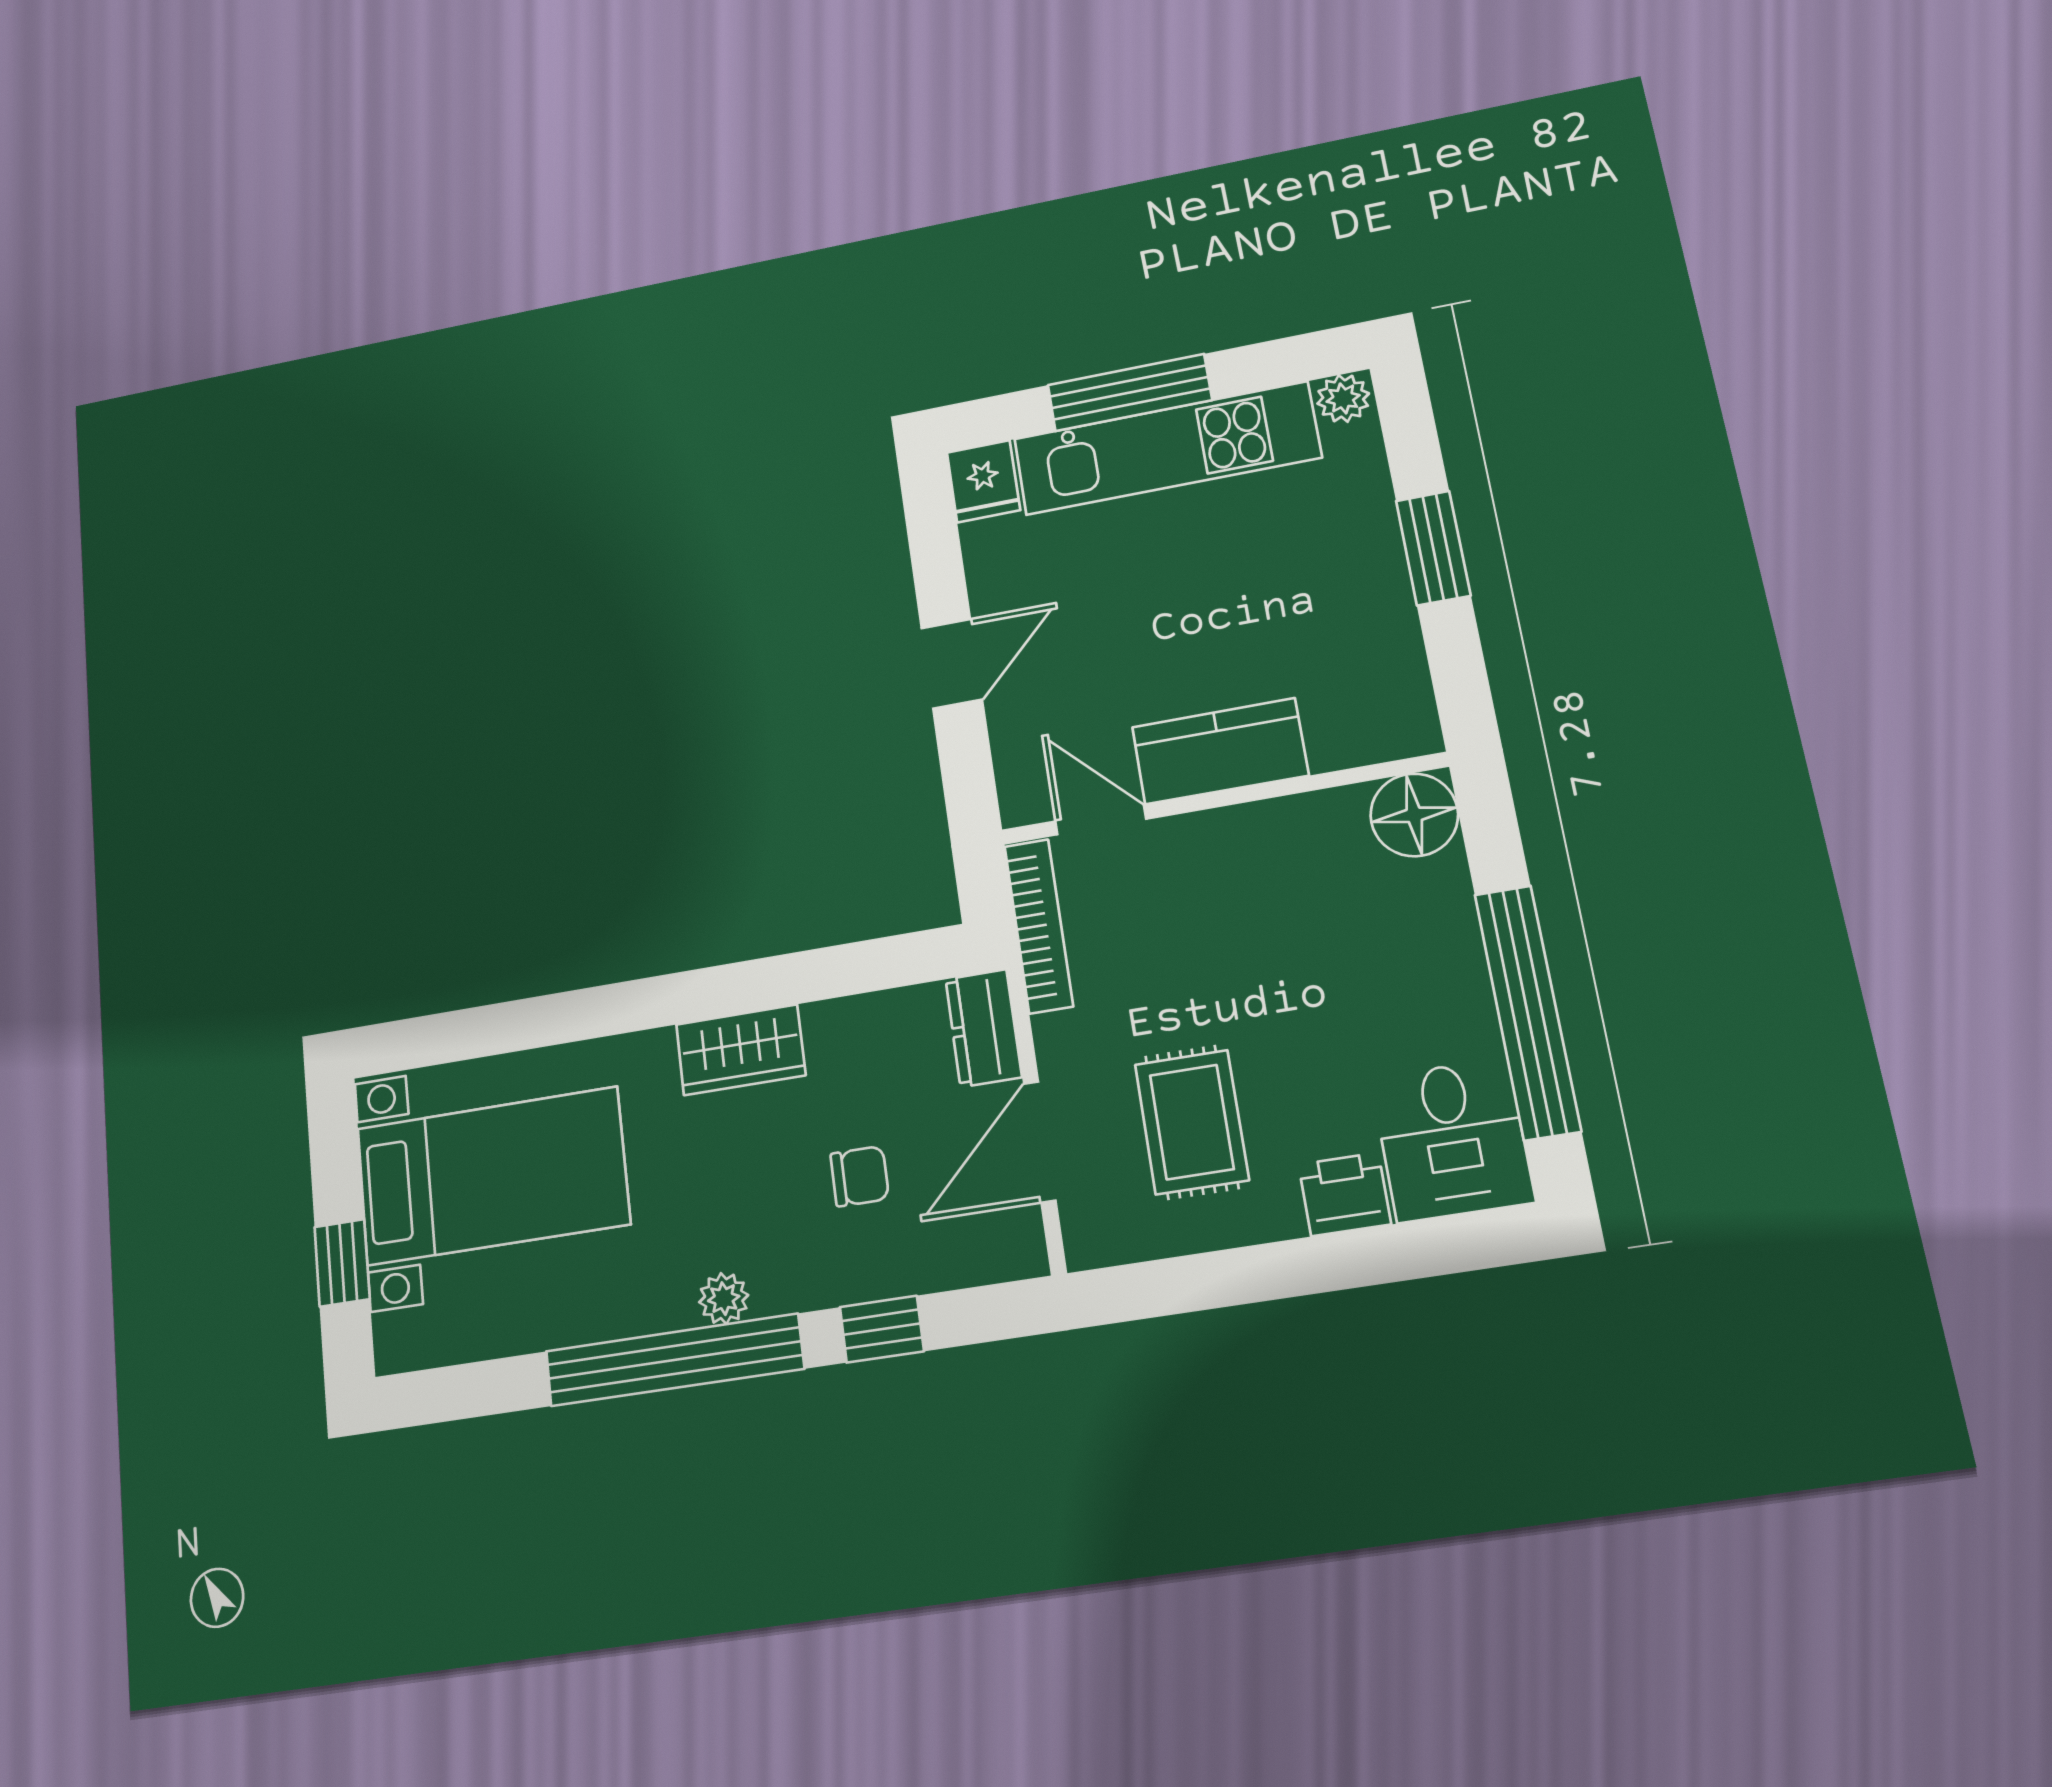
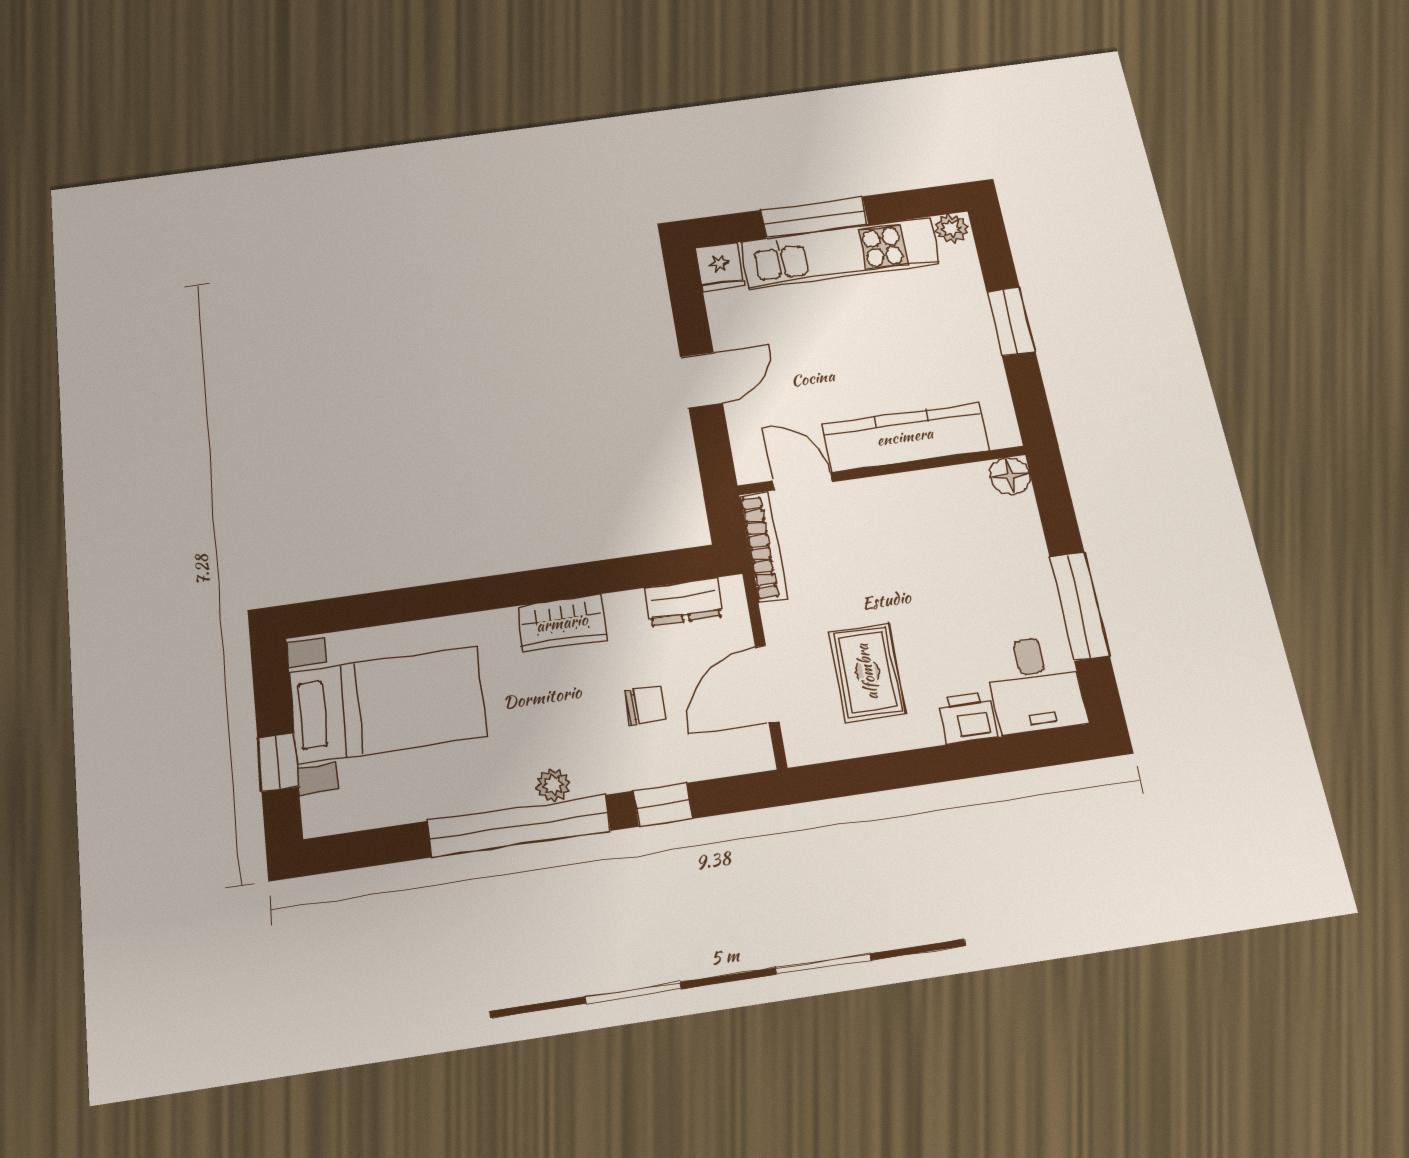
kitchen counter: (1220, 751) -> (905, 437), width x1.50
floor lamp: (1414, 815) -> (1010, 476), width x0.73, depth x0.73
window: (1527, 1012) -> (1079, 606), width x0.68
dresser: (983, 1028) -> (684, 602), moved, turned -90

